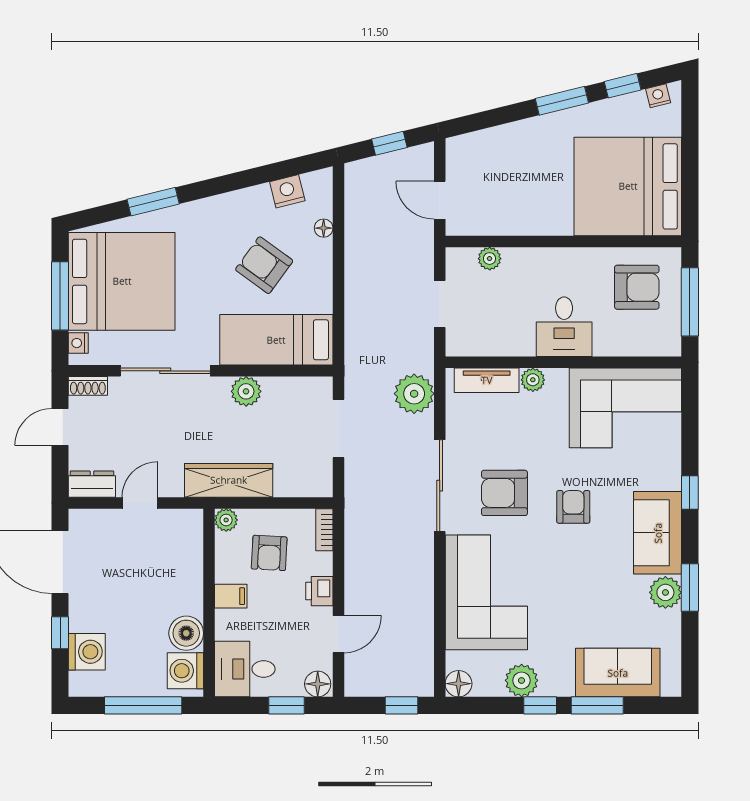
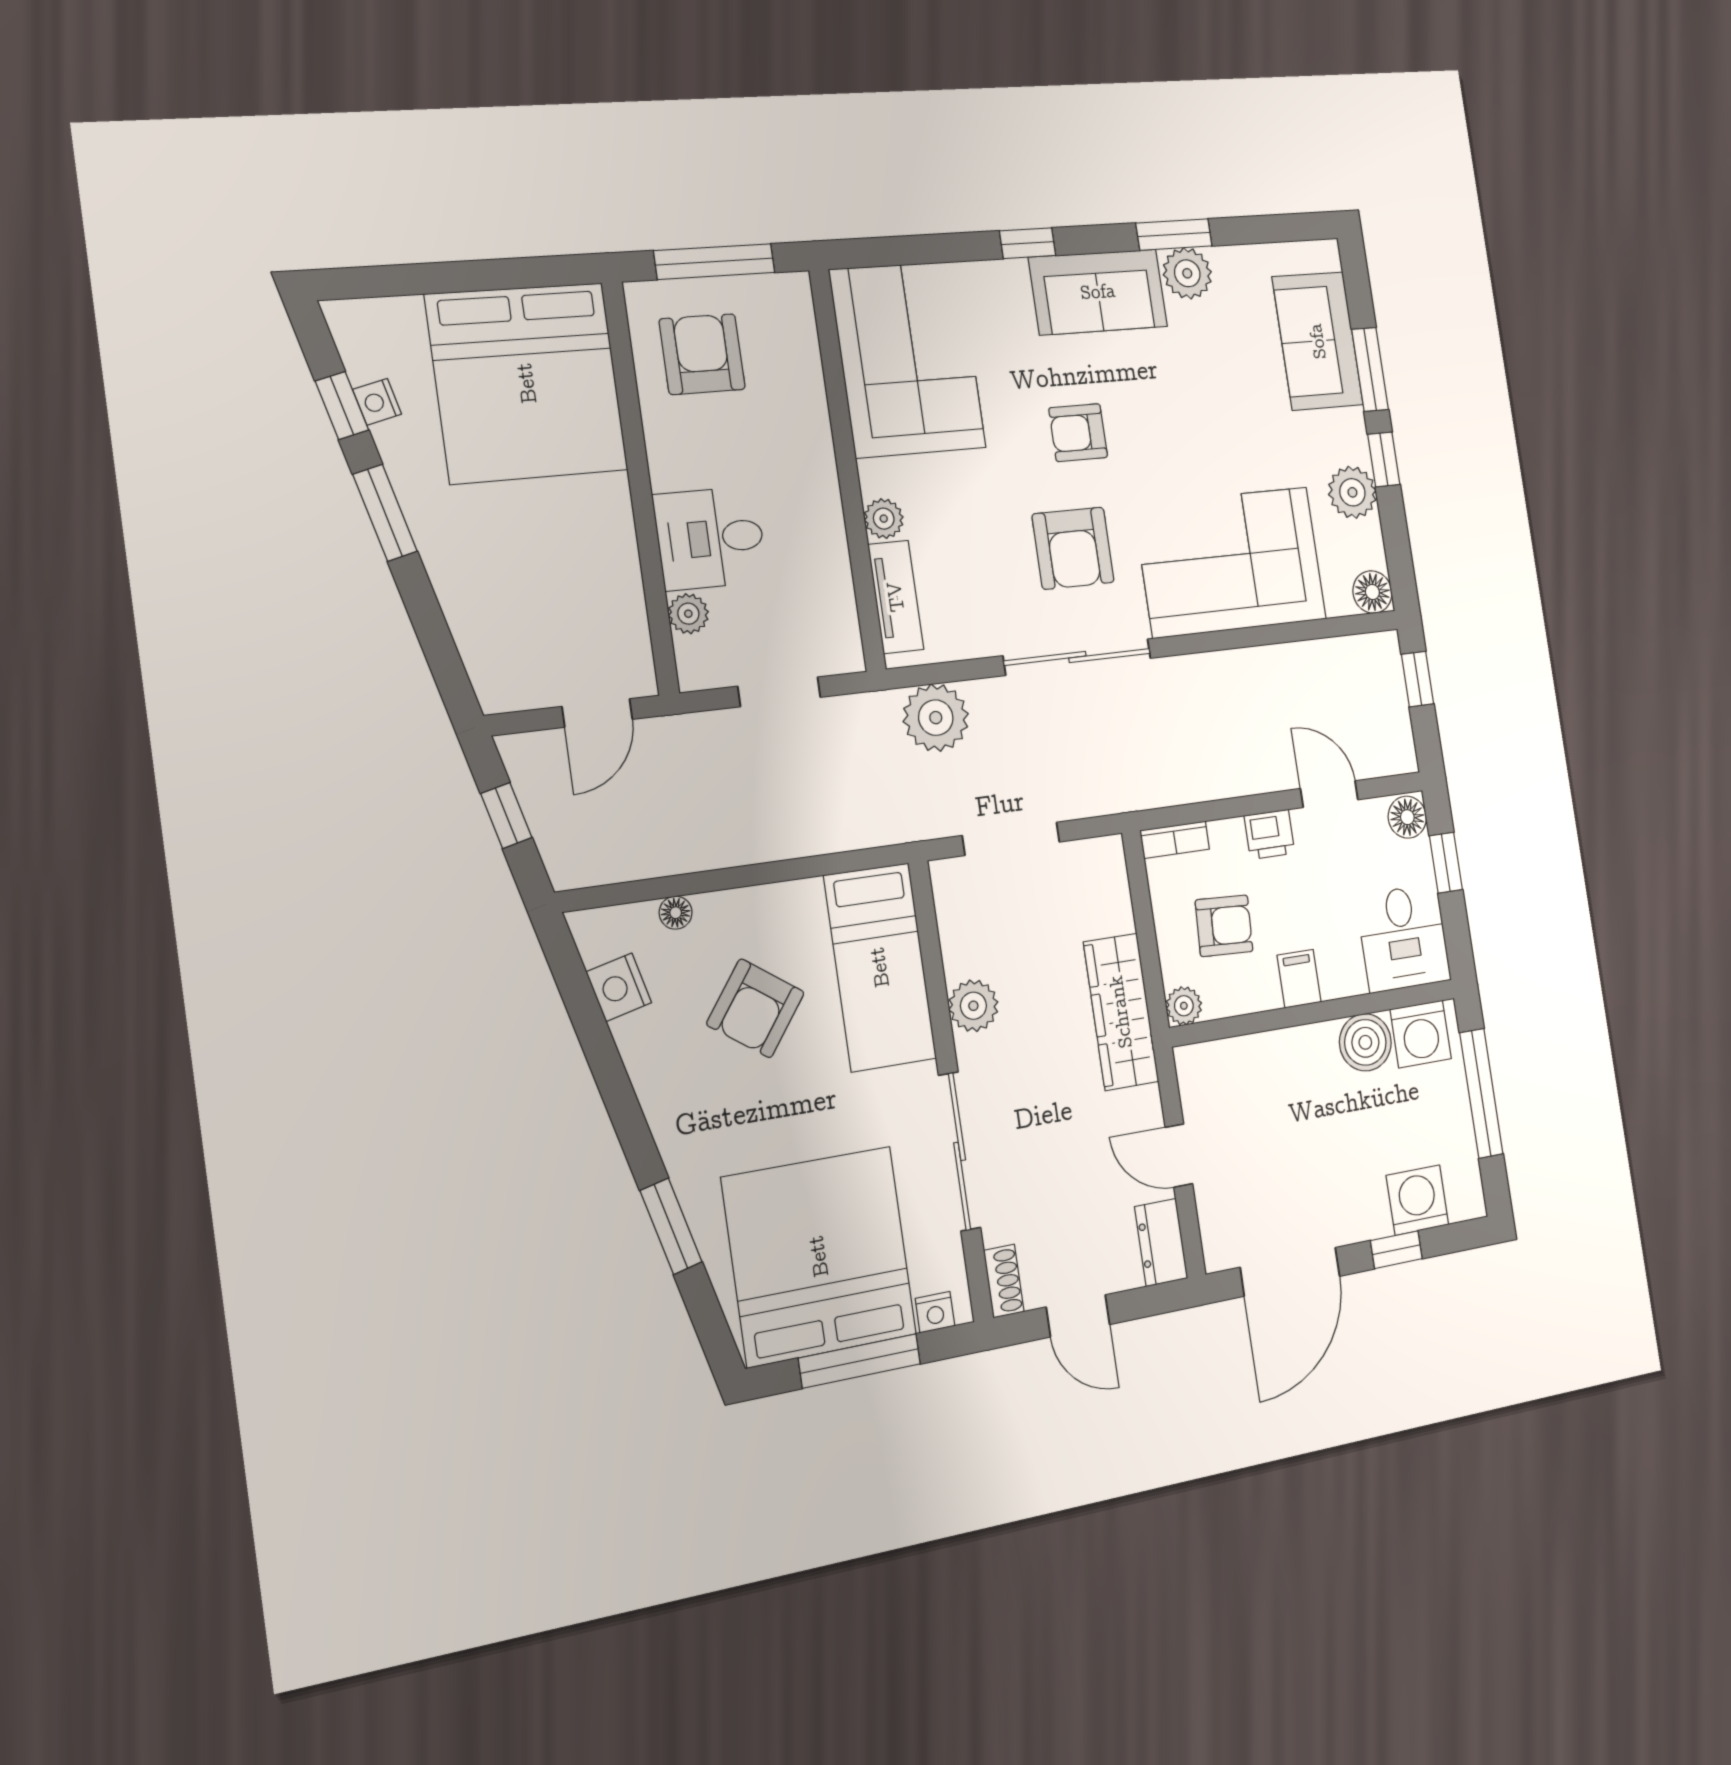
nightstand: (658, 96) -> (377, 402), moved
desk: (564, 327) -> (710, 538), moved, turned 180

